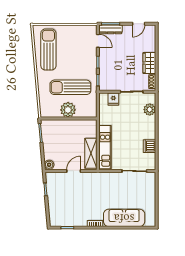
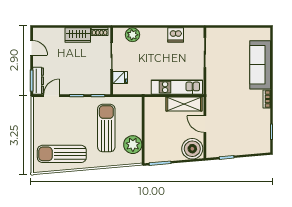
sun lounger: (70, 87) -> (106, 128), turned 180
plant: (68, 110) -> (133, 145), moved
boiler: (49, 165) -> (192, 149), width x1.86, depth x1.86

